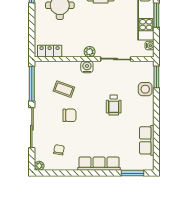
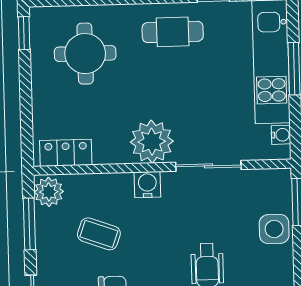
plant: (90, 52) -> (152, 142), width x1.88, depth x1.88
plant: (41, 69) -> (49, 192), added
window: (32, 84) -> (29, 224), width x0.69

